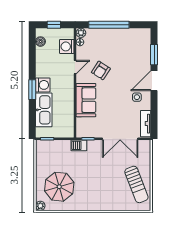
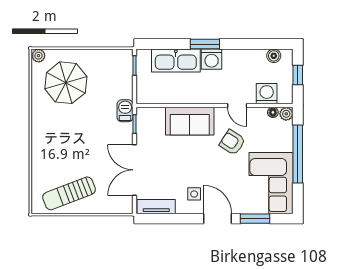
corner sofa: (129, 43) -> (271, 183), added

